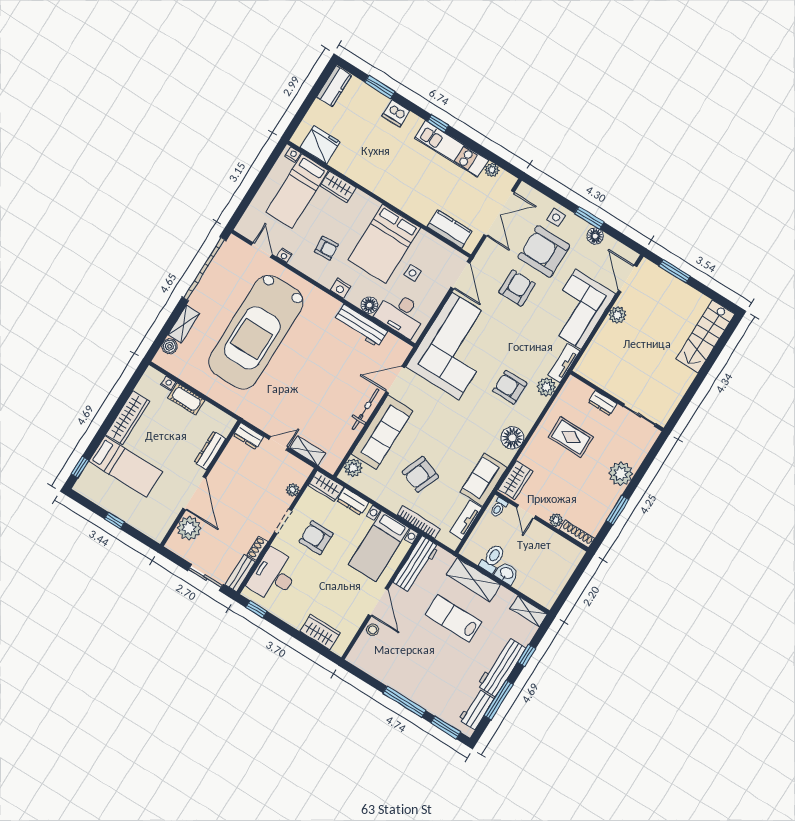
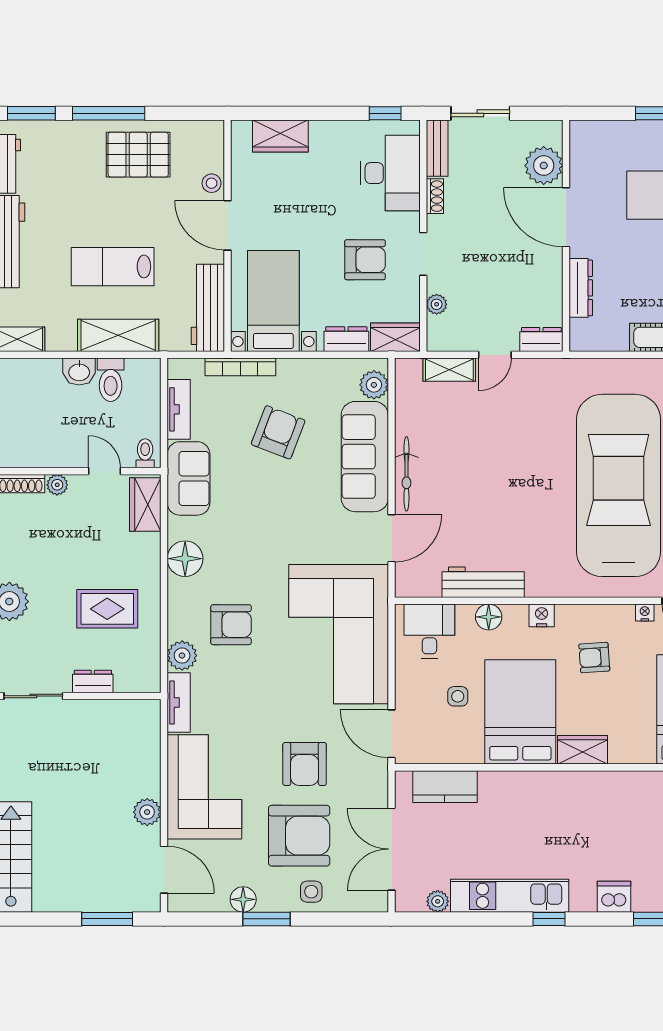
wardrobe: (338, 187) -> (583, 750), moved
desk: (401, 314) -> (429, 631), width x0.73
lab bench: (453, 618) -> (113, 267), turned 180
pallet: (402, 670) -> (138, 155), added

